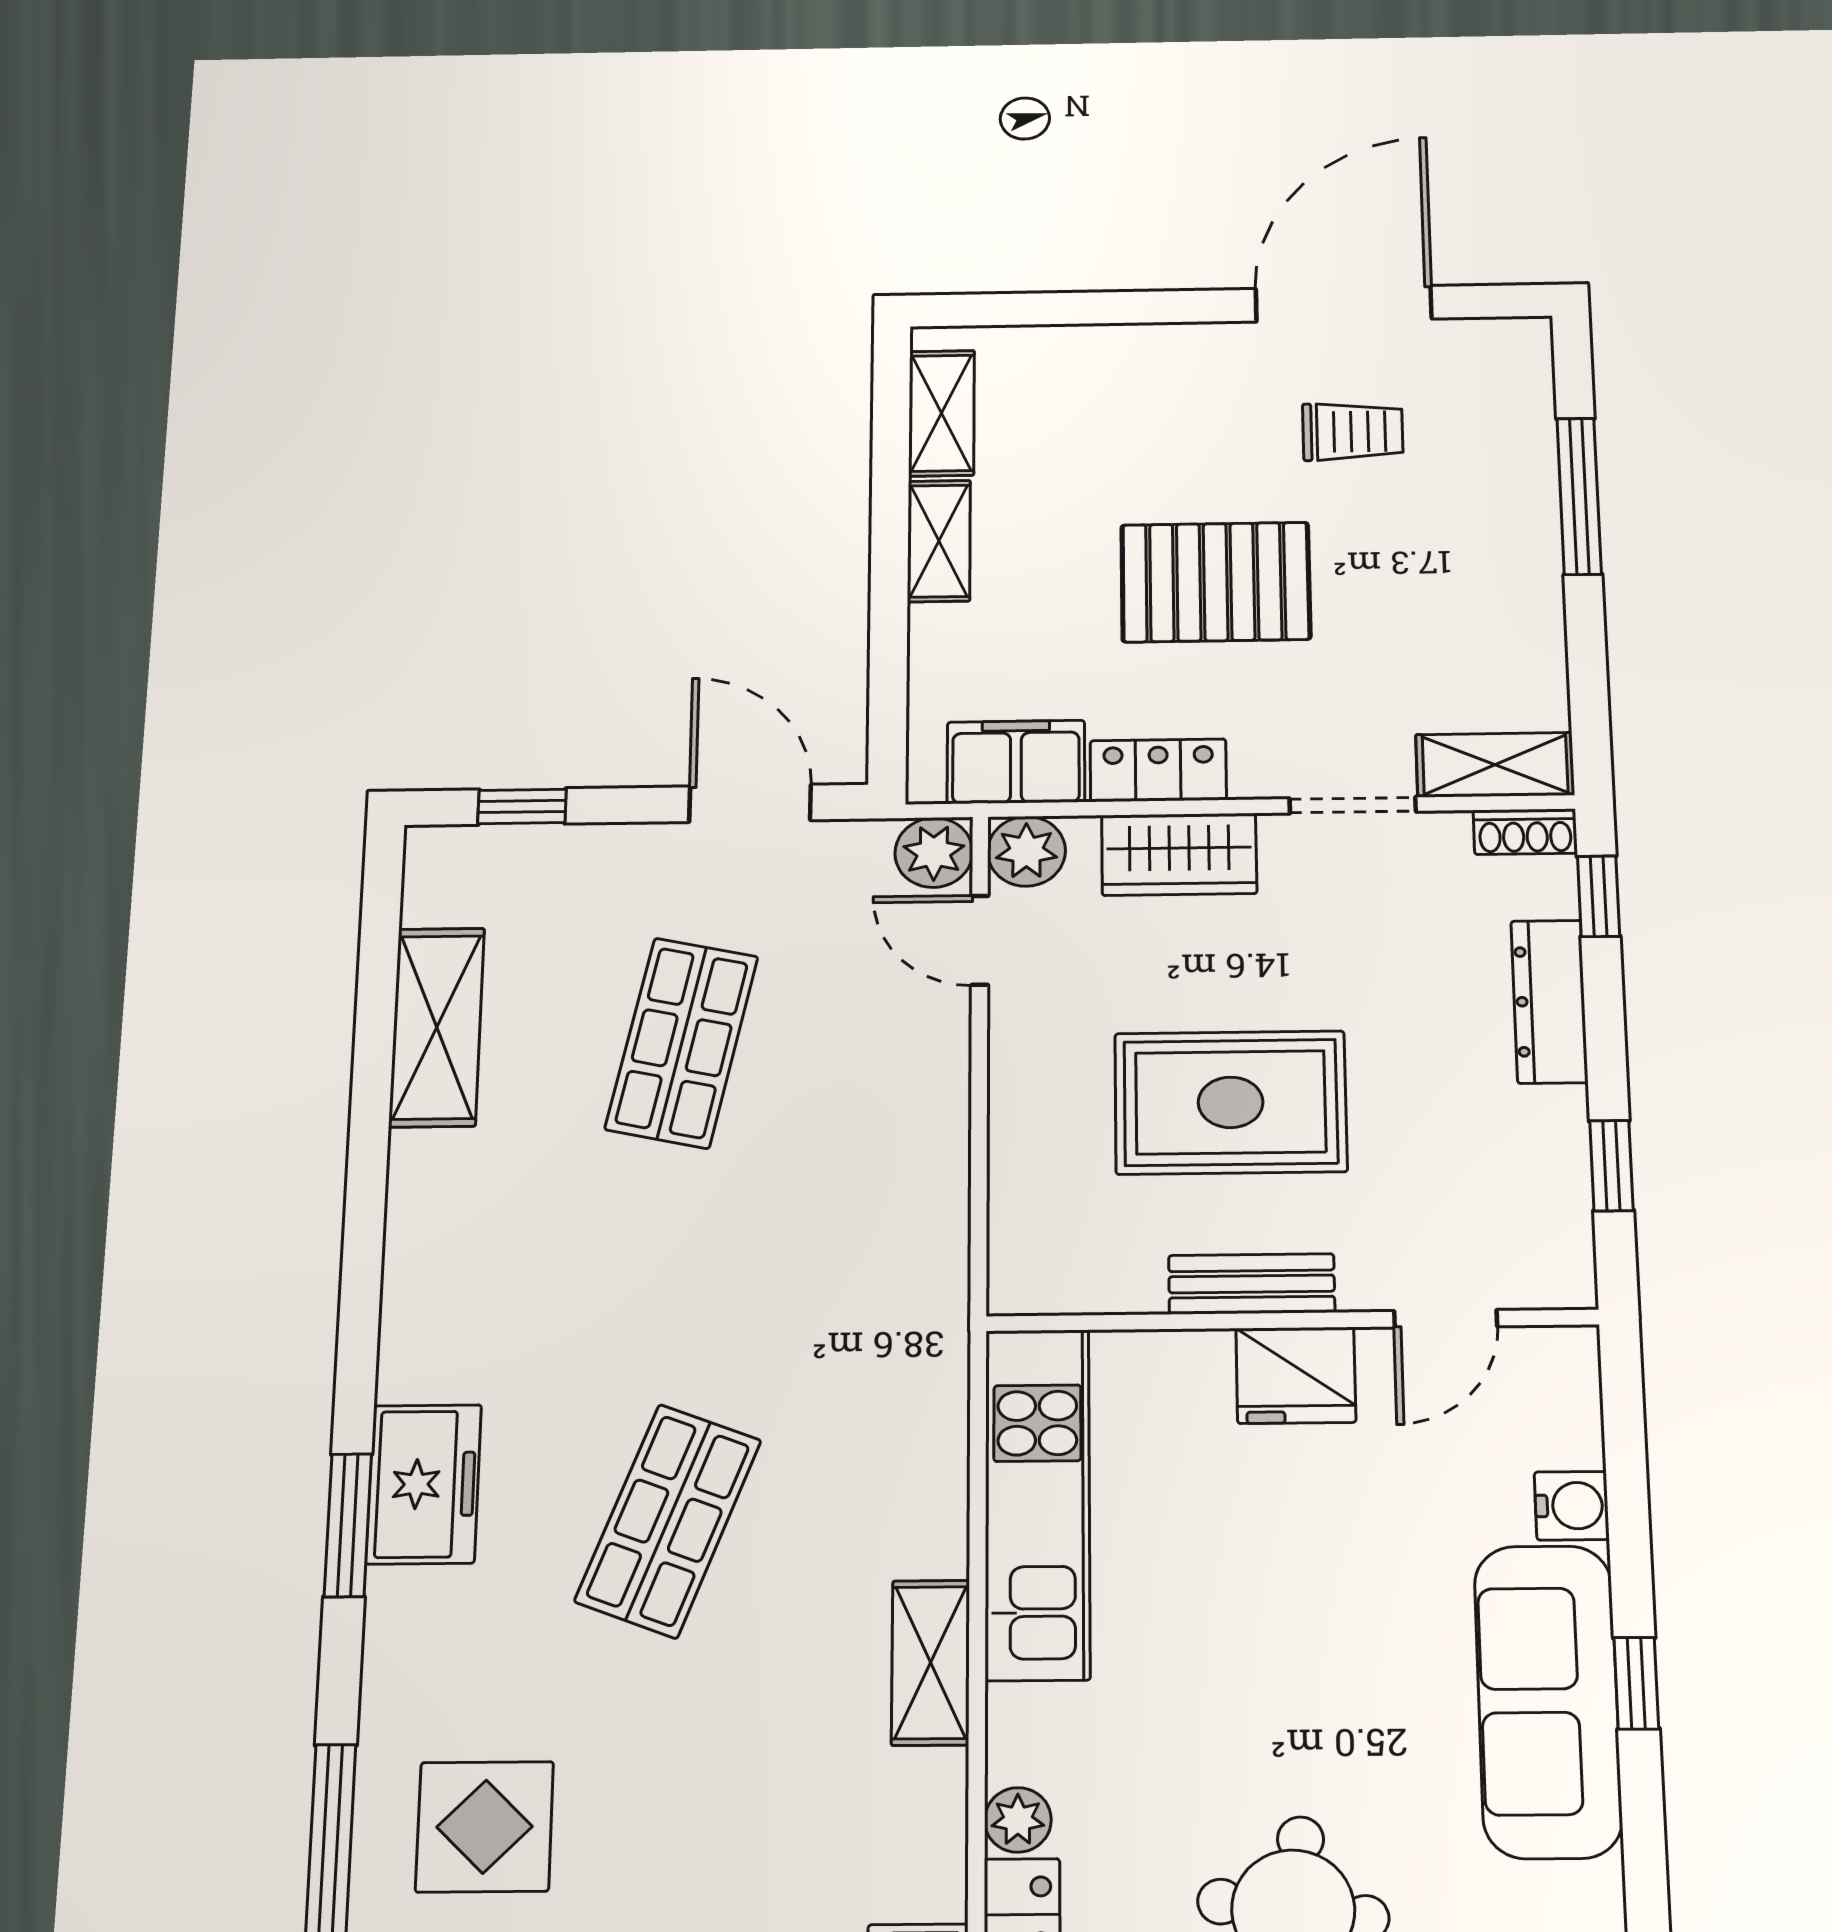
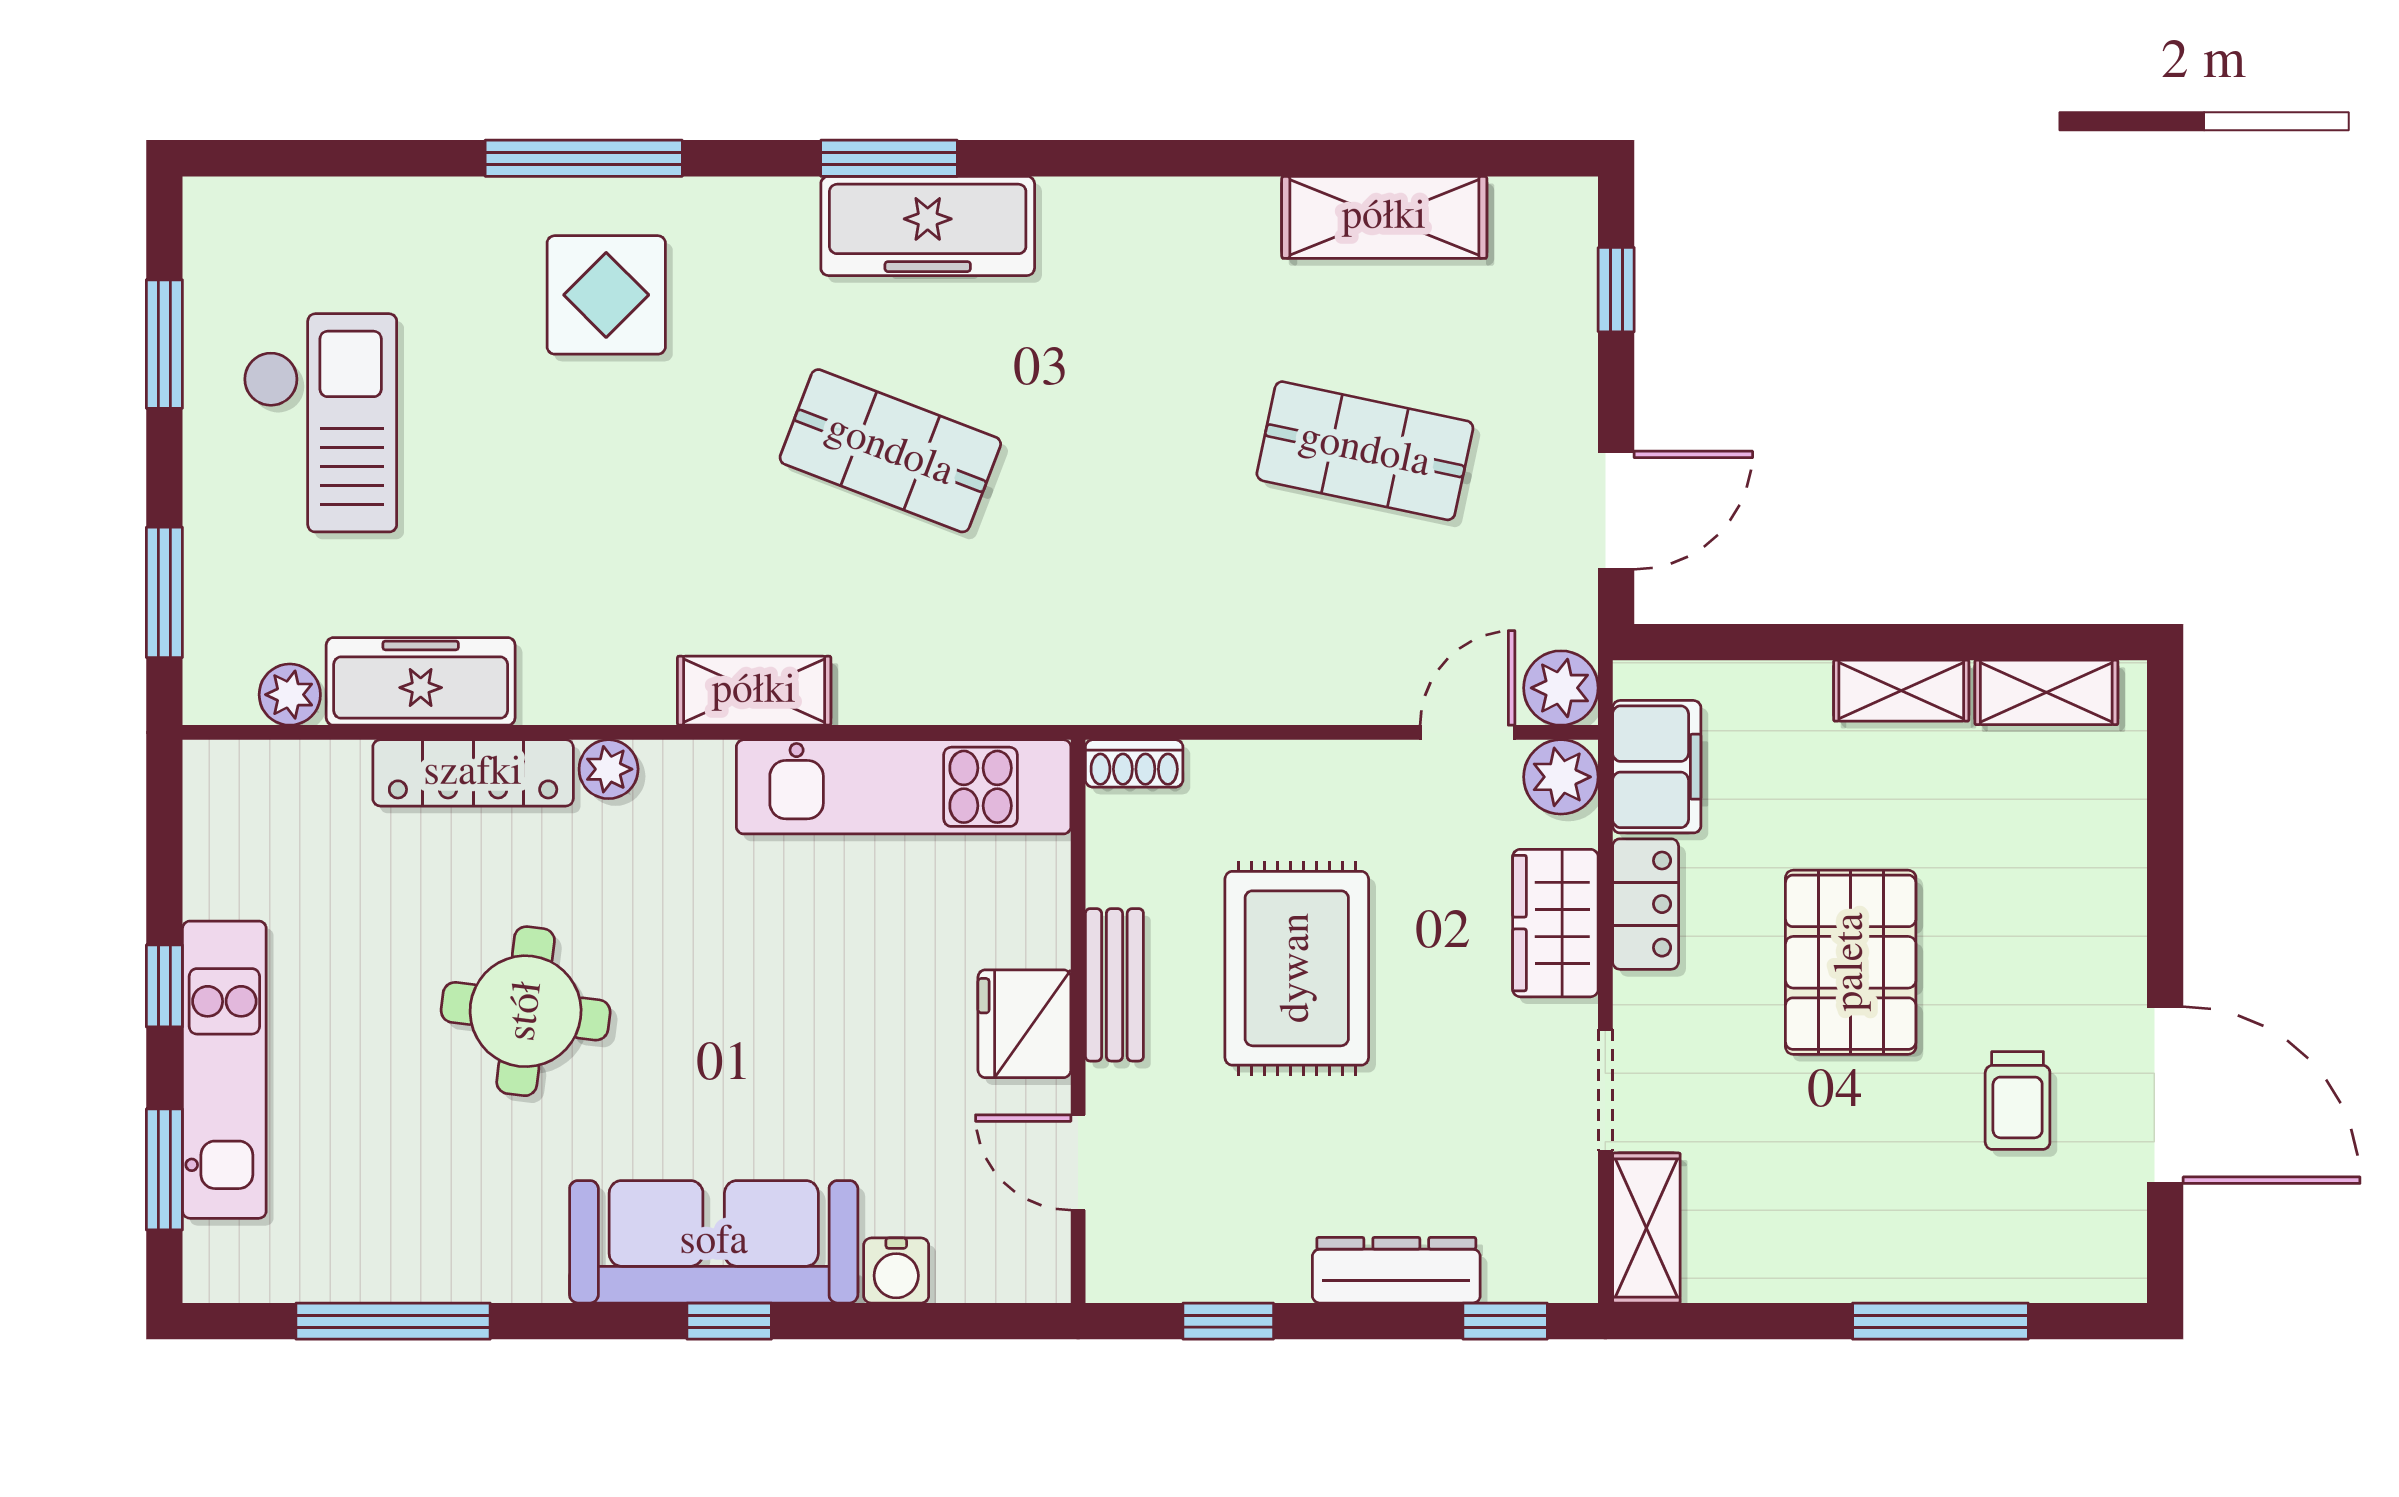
shoe rack: (1525, 832) -> (1134, 763), moved, turned -90
freezer: (424, 1484) -> (928, 226), width x1.40

